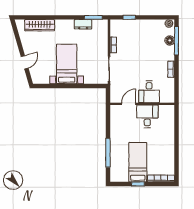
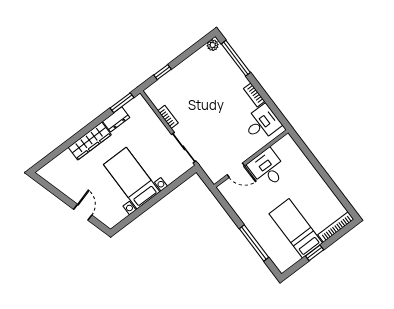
wardrobe: (40, 25) -> (90, 141), moved
floor lamp: (170, 40) -> (228, 64), removed
desk: (149, 92) -> (262, 123), moved, turned -90
door: (129, 104) -> (236, 170), swing flipped

